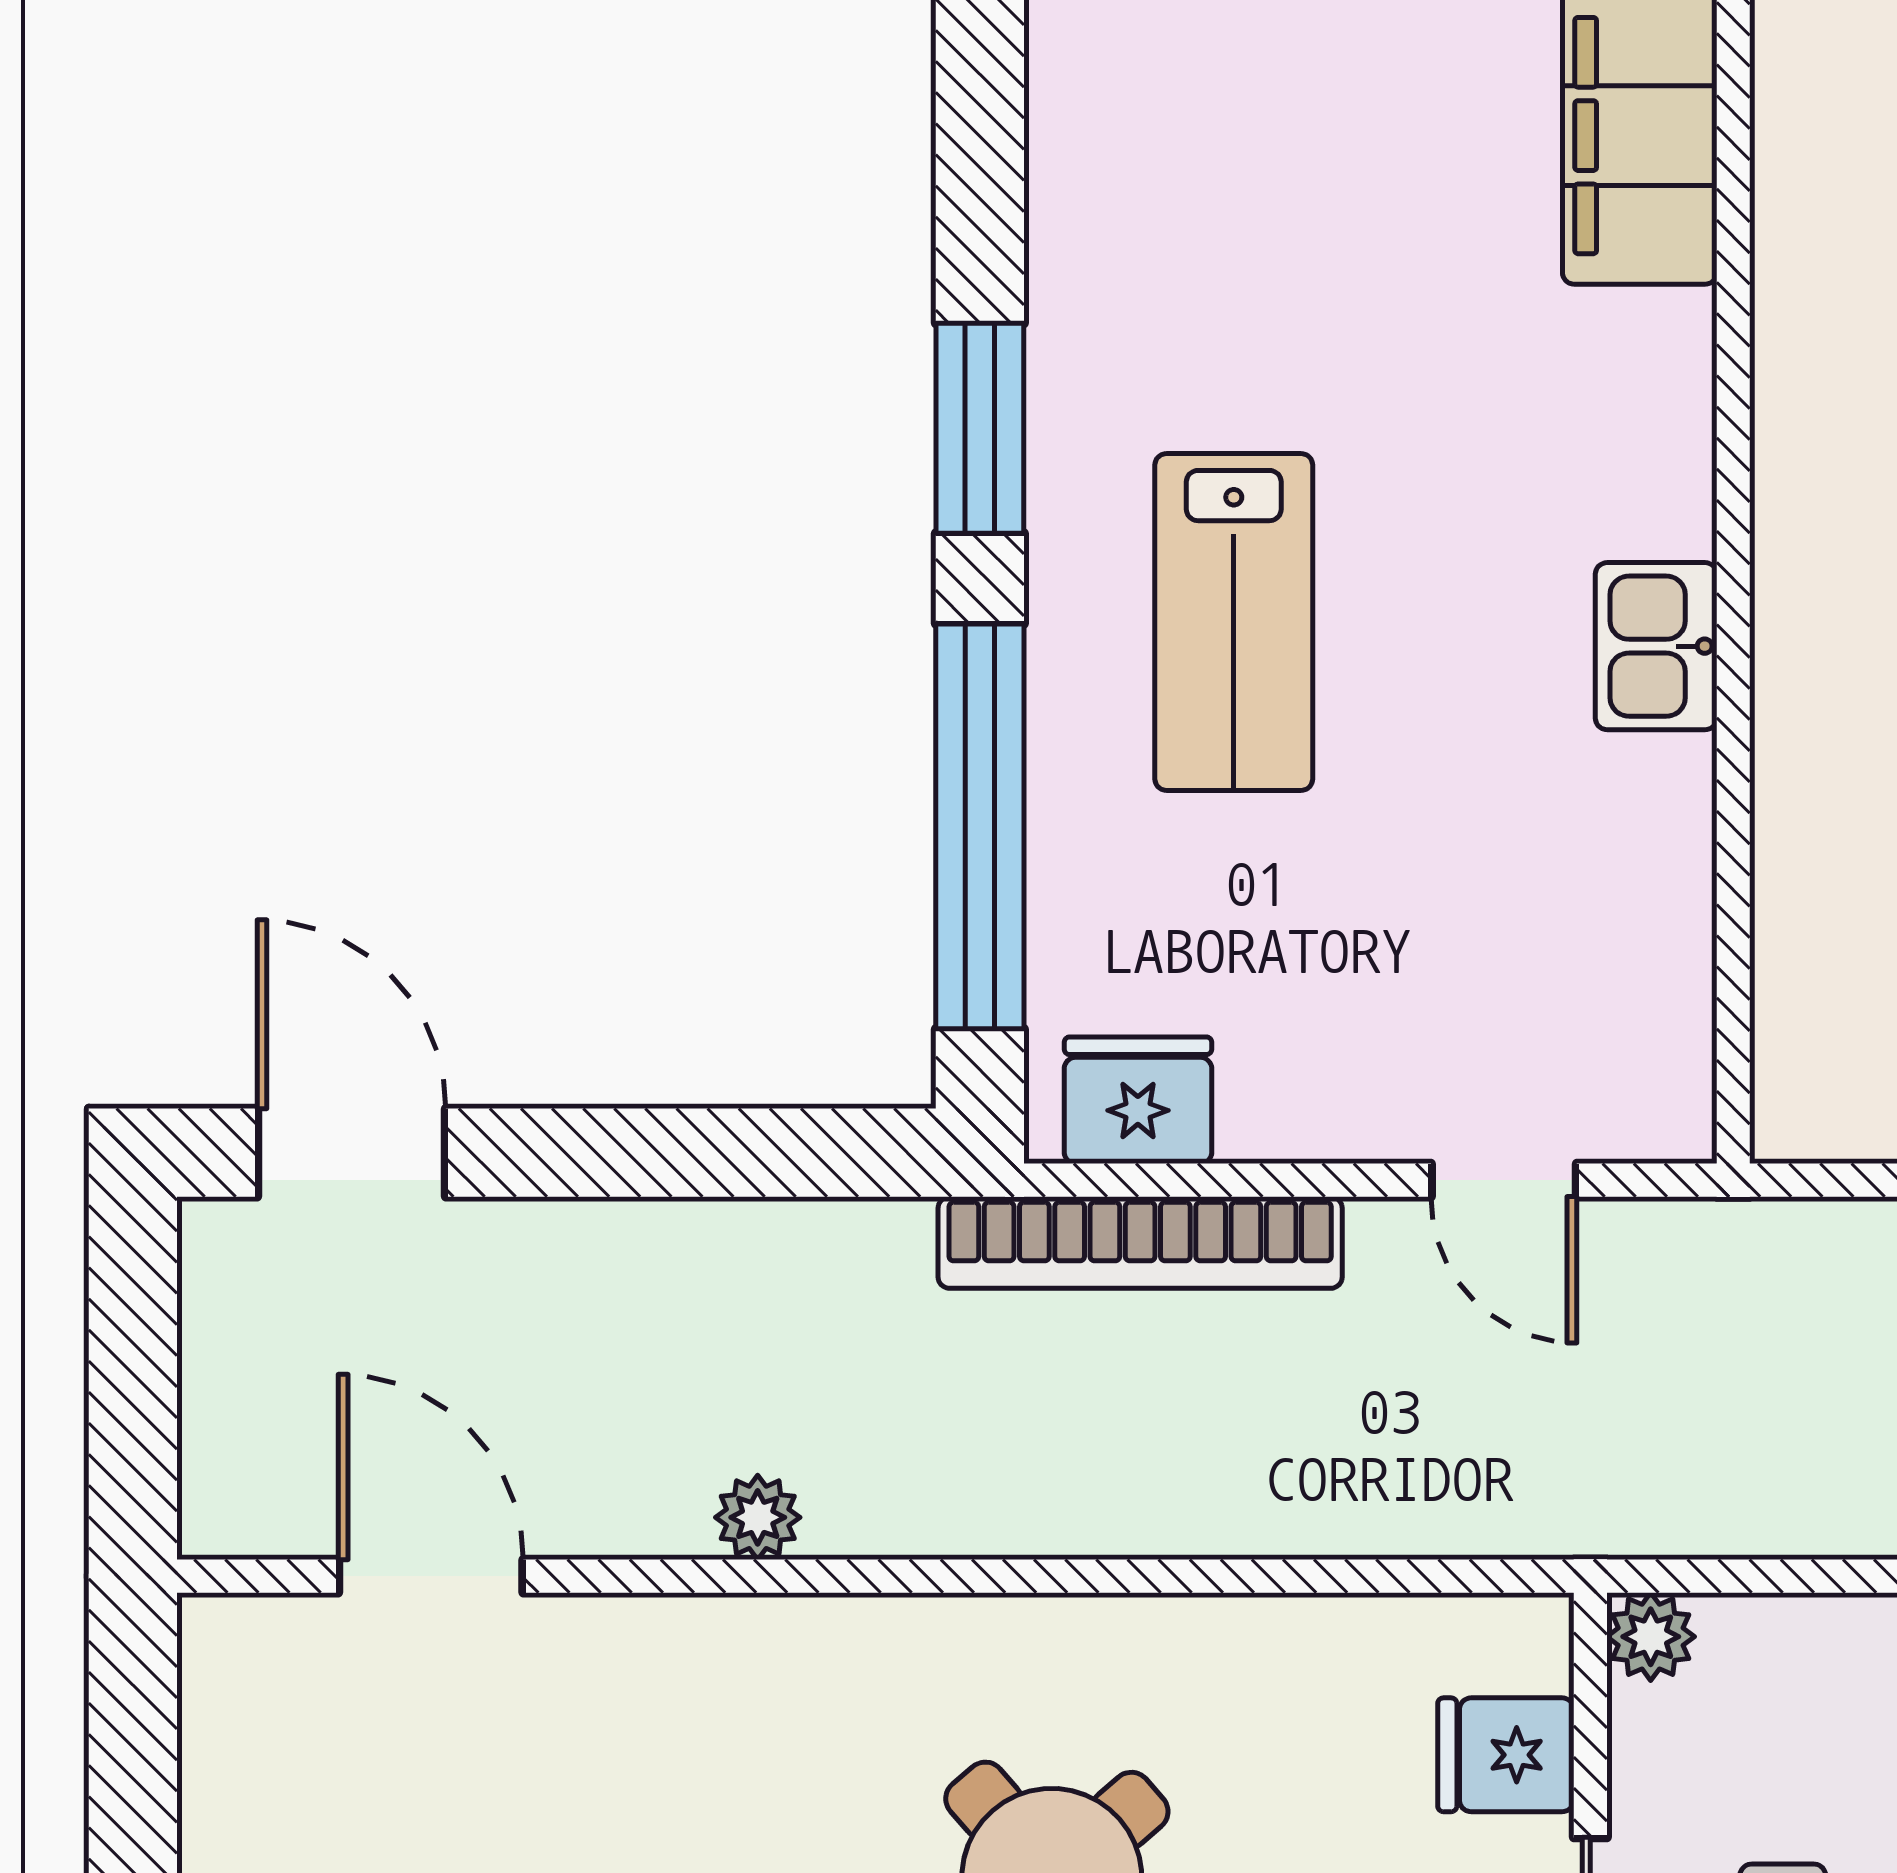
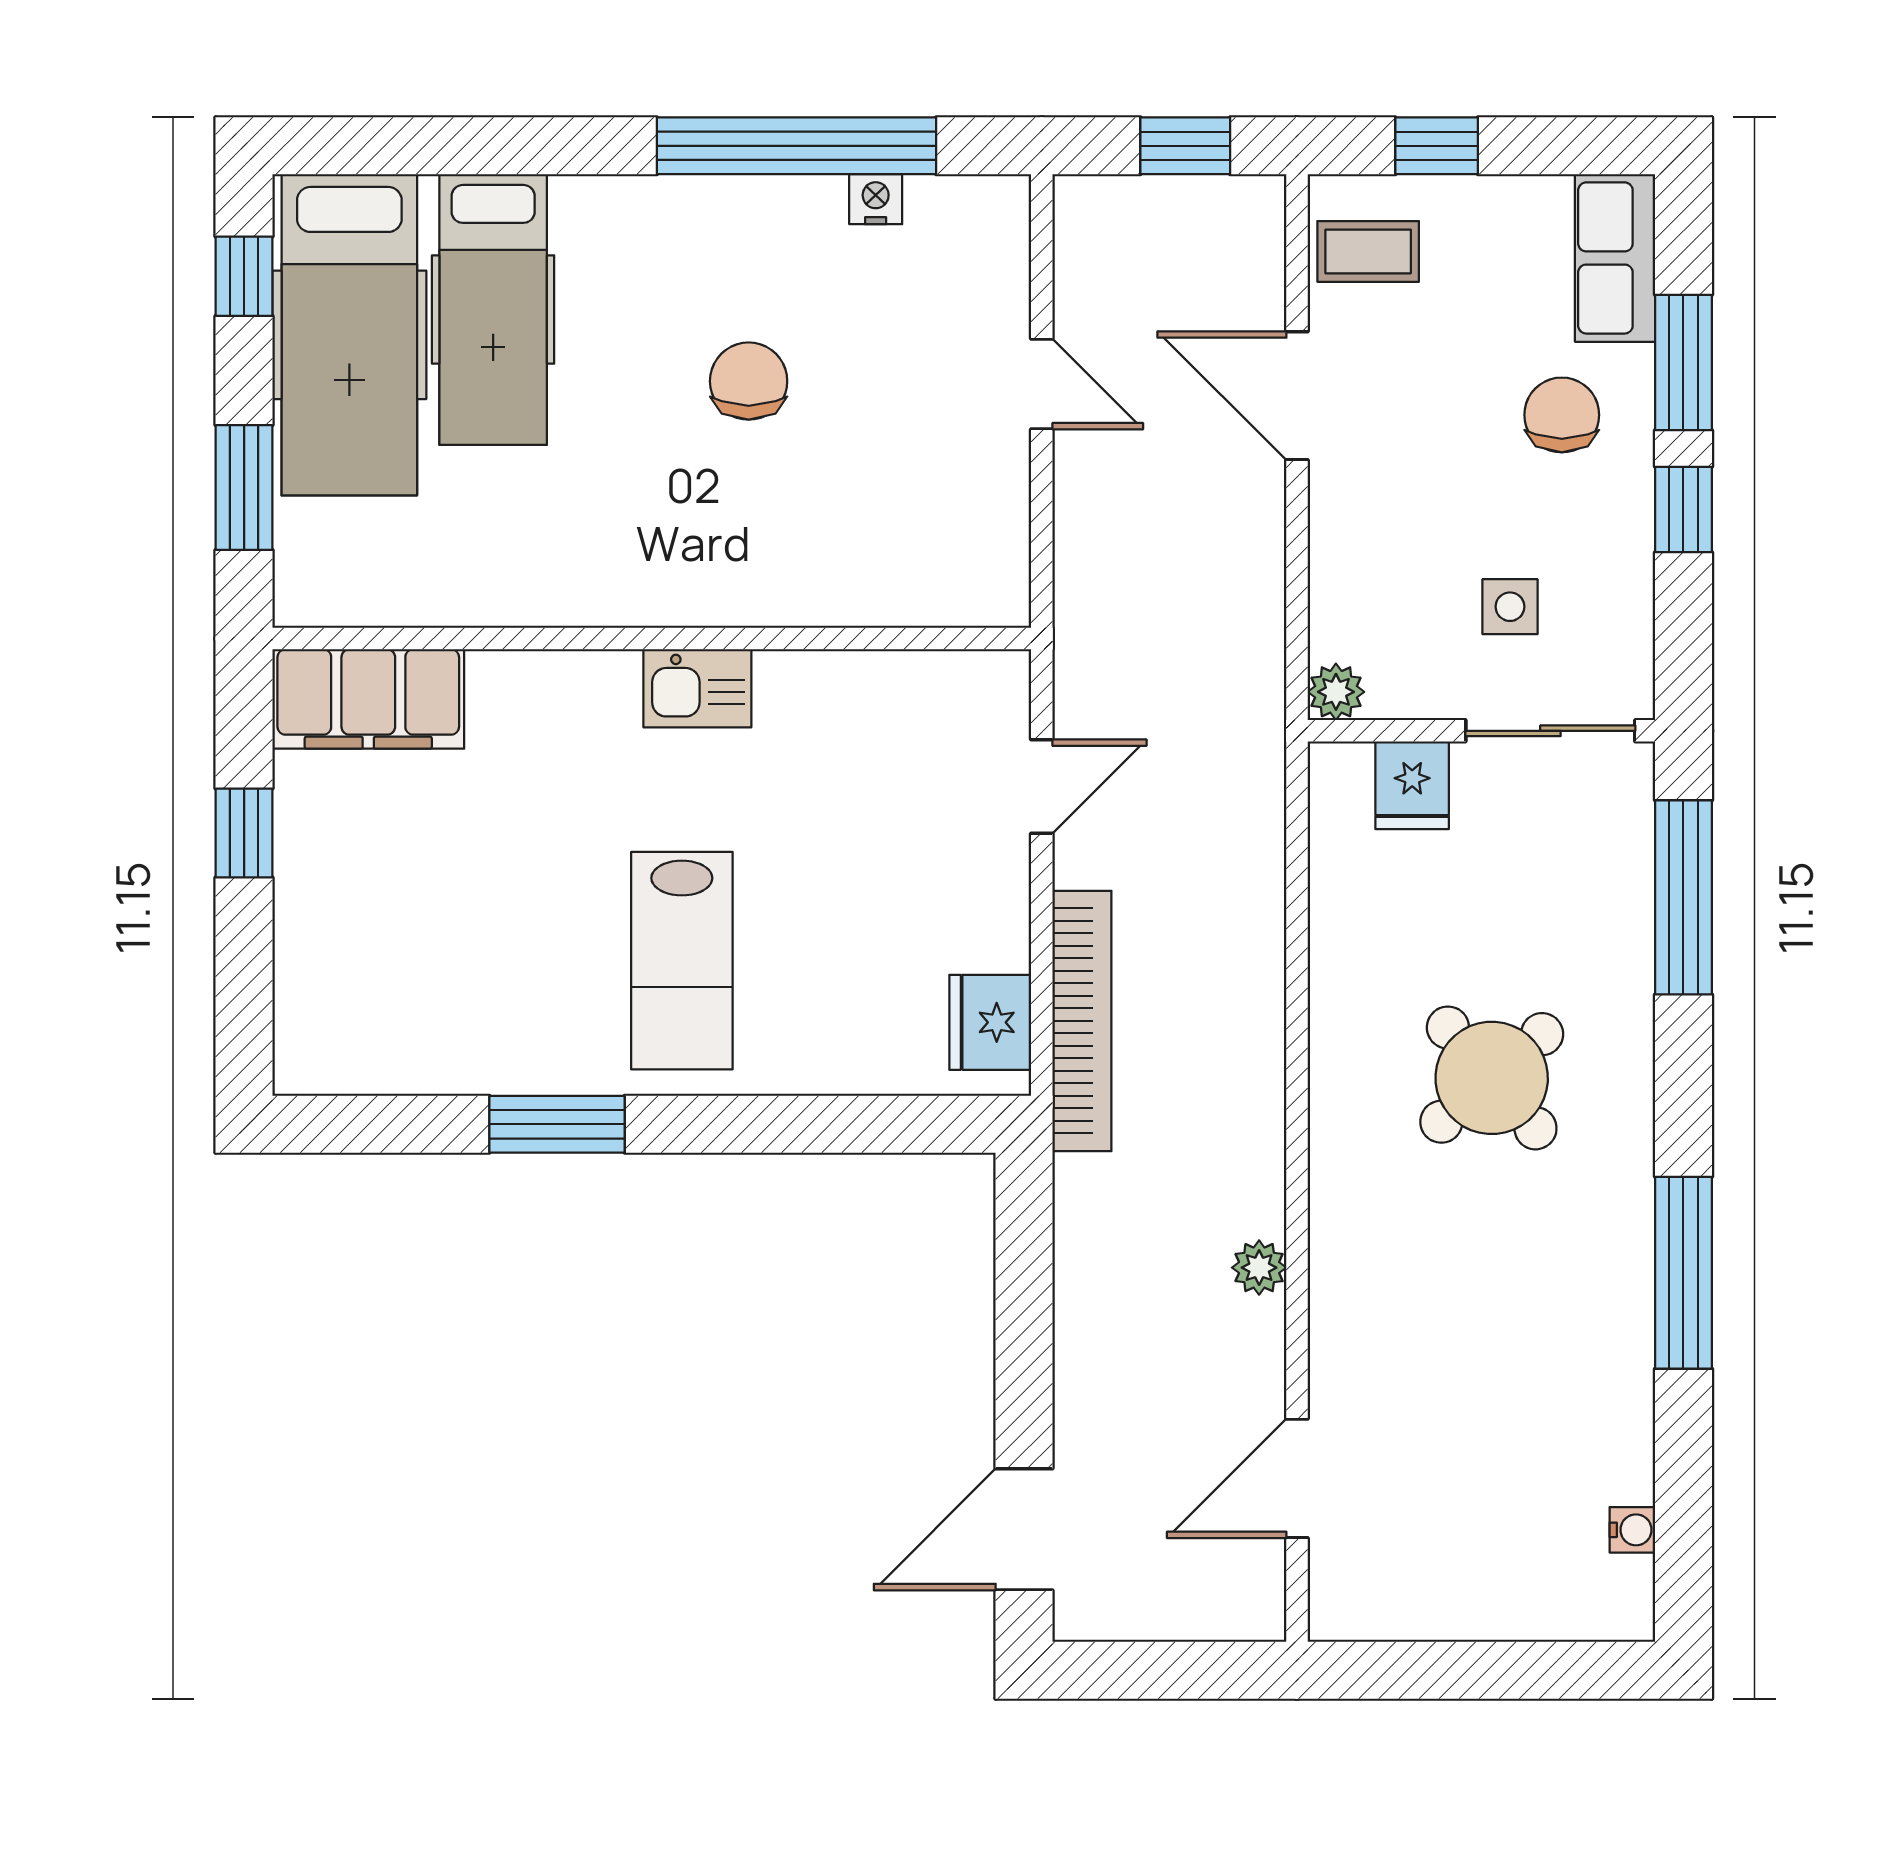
lab bench: (1234, 622) -> (682, 961), turned 90
window: (980, 826) -> (814, 1124), removed

